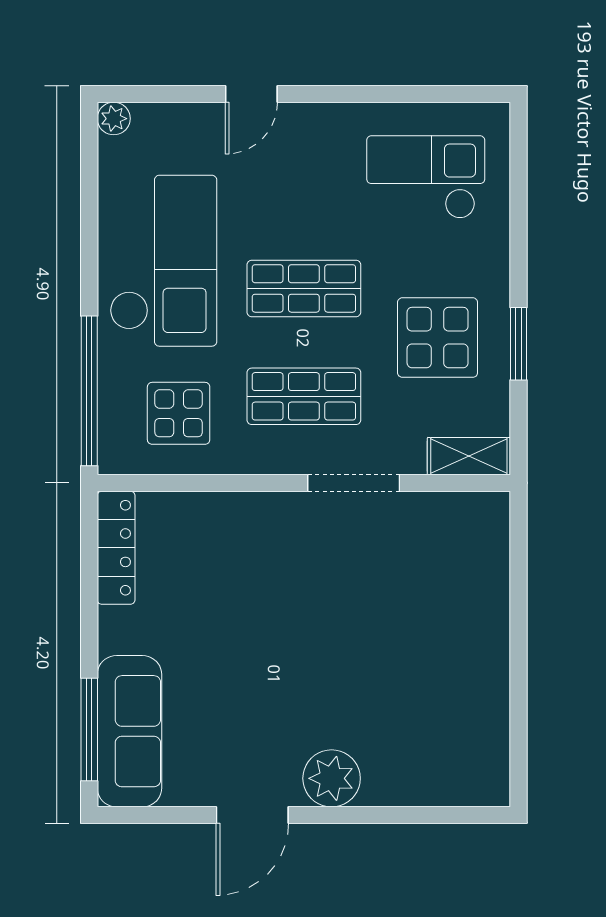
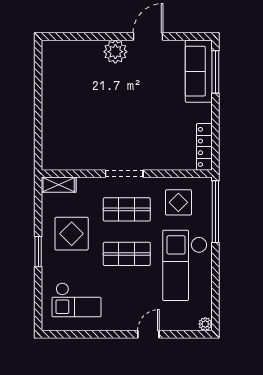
window: (519, 344) -> (38, 252), moved
doorway: (354, 483) -> (124, 174), moved

